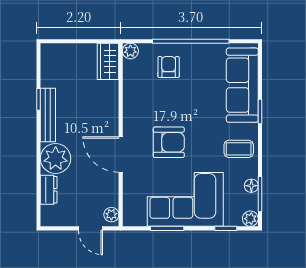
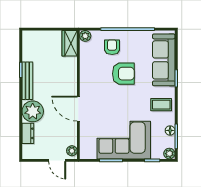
armchair: (169, 142) -> (123, 74), moved

